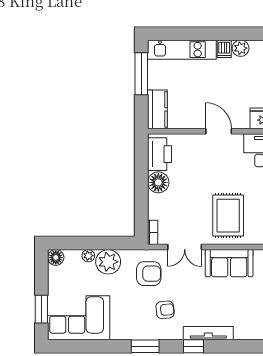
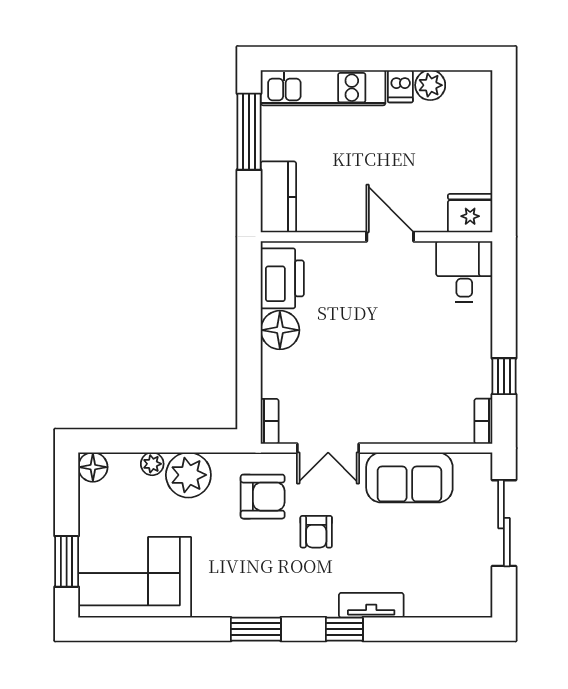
rug: (228, 216) -> (408, 391), removed
armchair: (165, 310) -> (316, 532), moved, turned 96
tv unit: (208, 333) -> (371, 605), width x0.71

